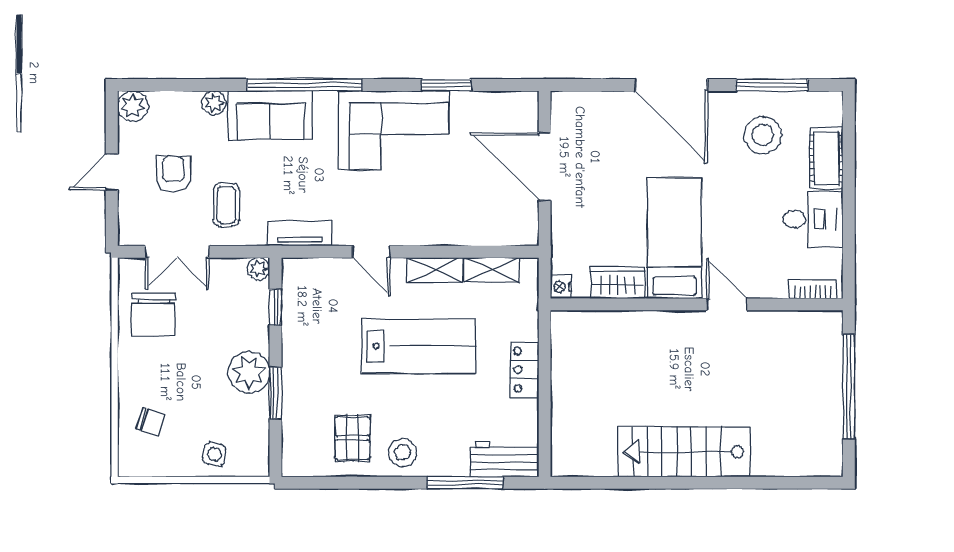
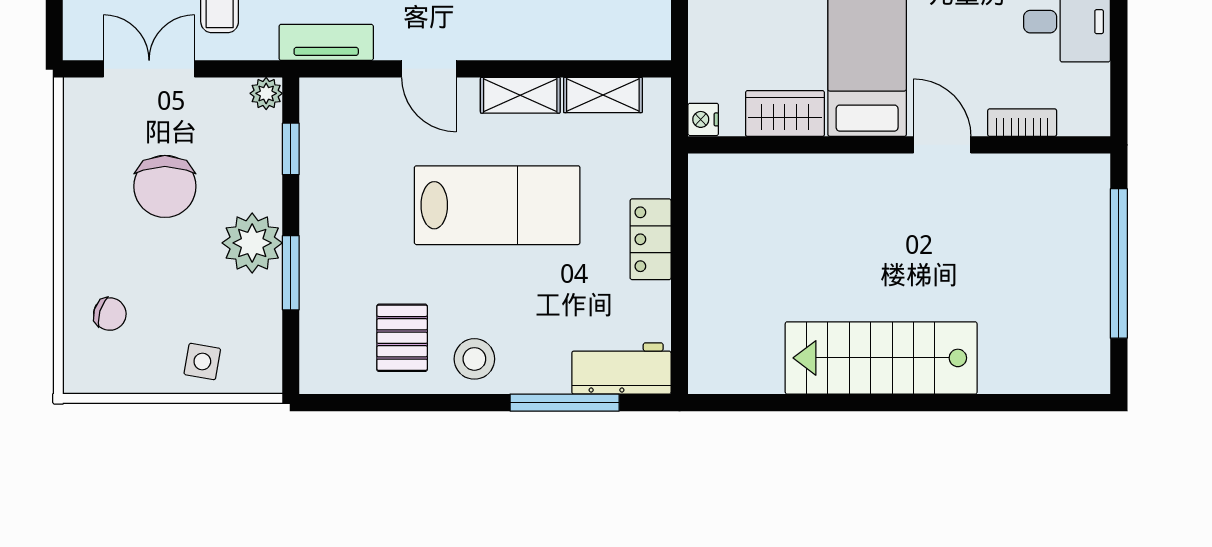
double door: (177, 252) -> (149, 69), swing flipped
bookcase: (813, 289) -> (1022, 123), moved
chair: (154, 314) -> (165, 186), moved

